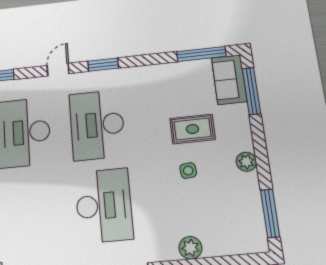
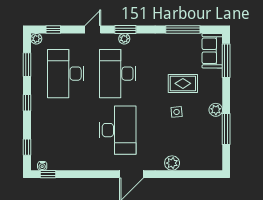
window: (201, 54) -> (183, 30), moved
plant: (103, 77) -> (124, 39), added
window: (270, 213) -> (226, 129), moved

